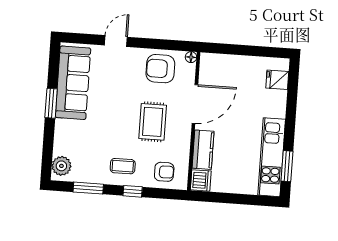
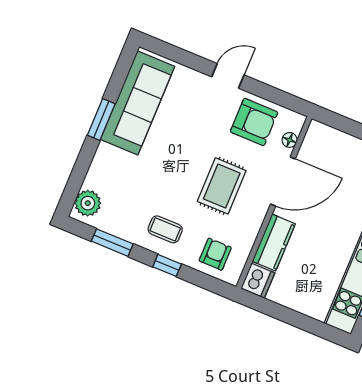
door: (116, 41) -> (228, 76), moved
floor lamp: (191, 57) -> (290, 140), moved
armchair: (160, 69) -> (254, 122), turned 180
armchair: (164, 172) -> (215, 254), turned -90

